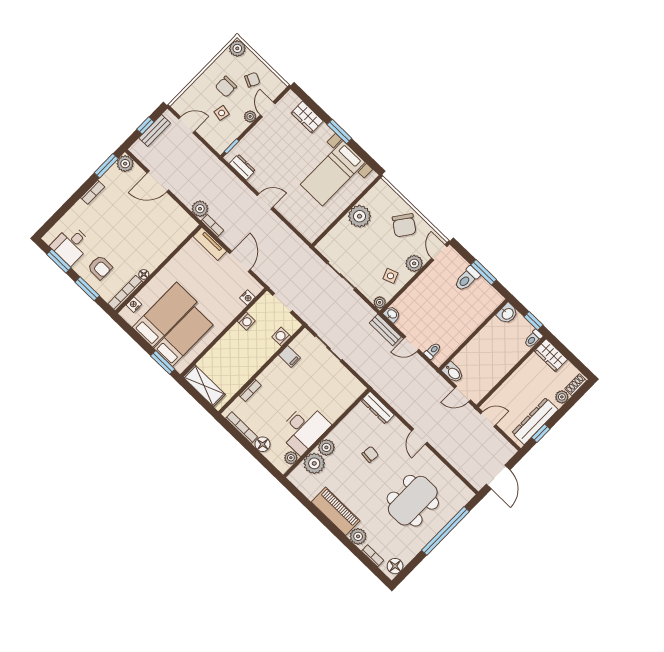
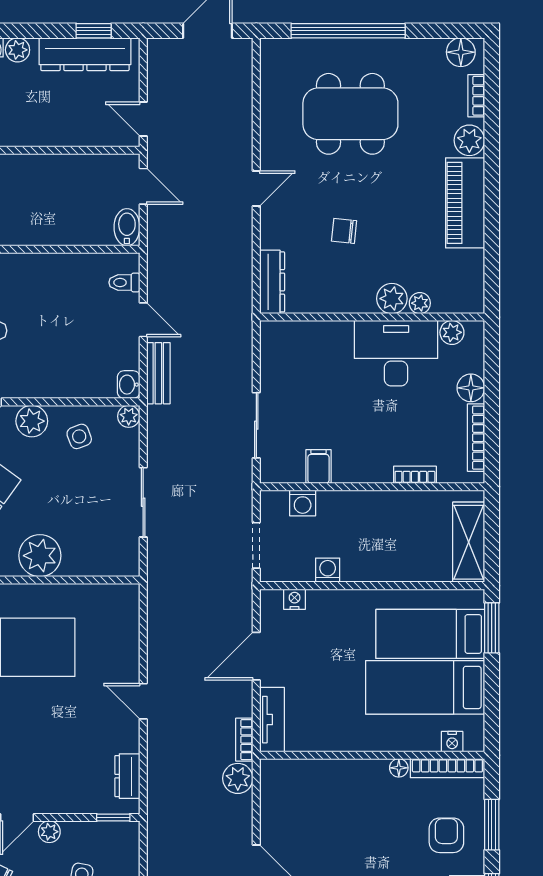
plant: (314, 463) -> (420, 303), width x0.53, depth x0.53

